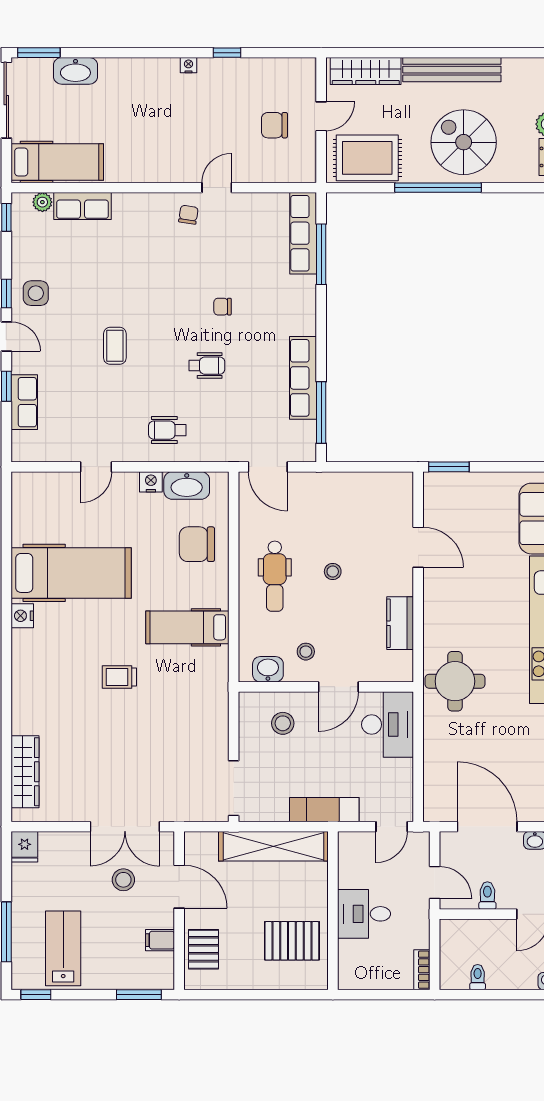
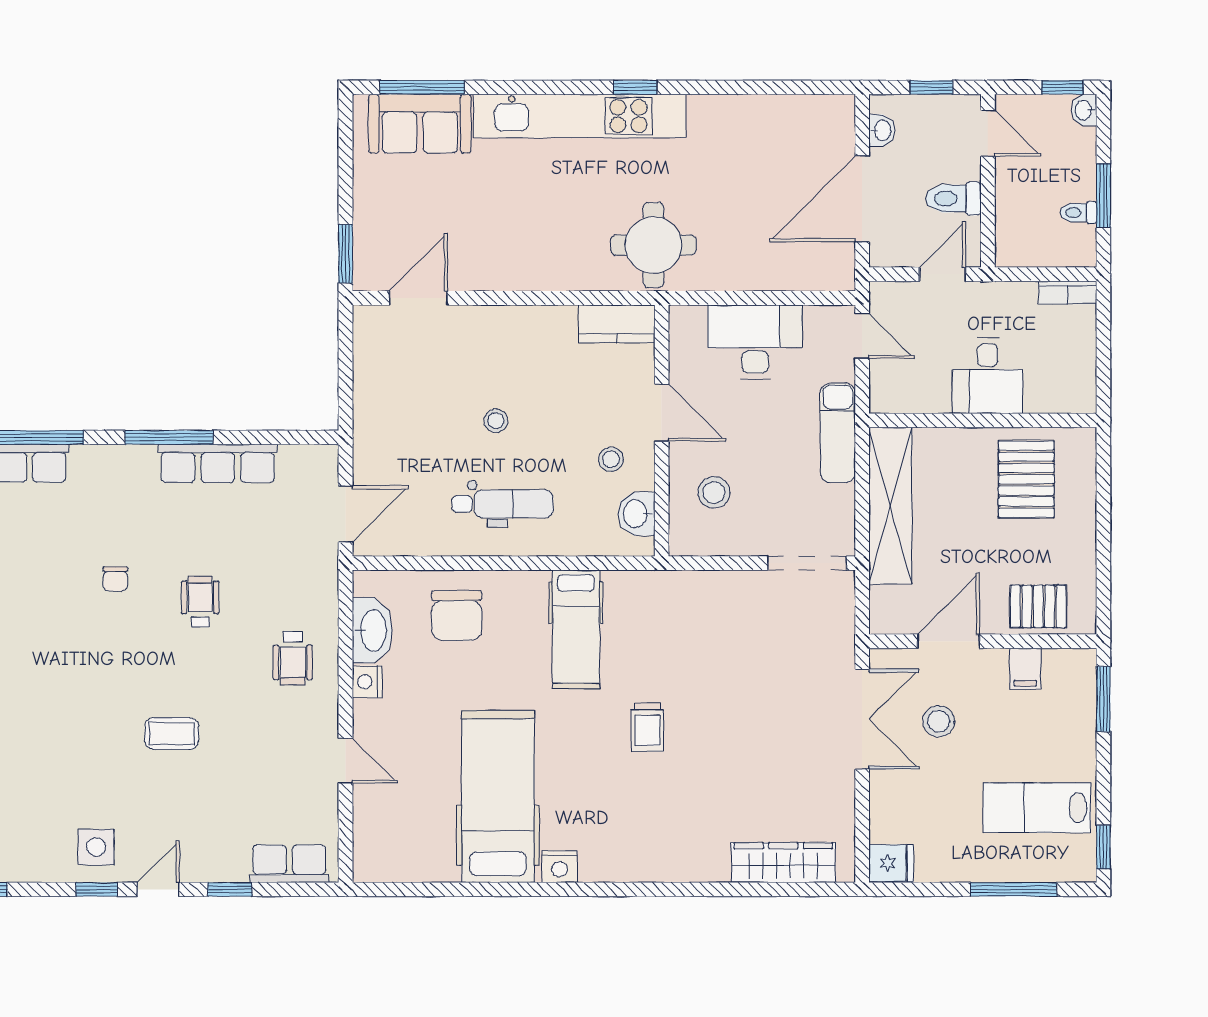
row of seats: (24, 402) -> (289, 864), moved
window: (321, 412) -> (169, 437), moved
door: (418, 547) -> (418, 298), moved
kitchen counter: (400, 623) -> (617, 324), moved
desk: (388, 725) -> (755, 342), moved
toilet: (487, 896) -> (953, 199), width x1.37, depth x1.39
window: (489, 995) -> (1103, 196), added

